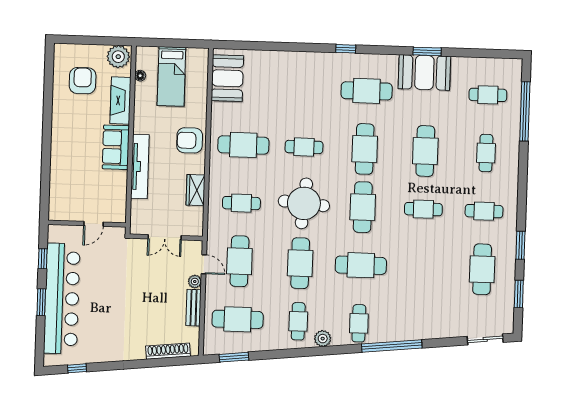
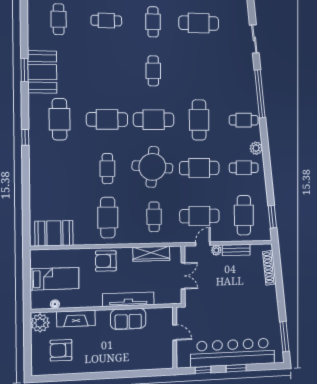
armchair: (190, 140) -> (106, 261), turned 90
sofa: (116, 147) -> (128, 319), moved
cafe table: (425, 151) -> (107, 70), removed
wardrobe: (195, 190) -> (151, 254), width x1.50
sliding door: (485, 339) -> (254, 39), moved
window: (77, 368) -> (284, 337), width x2.17

